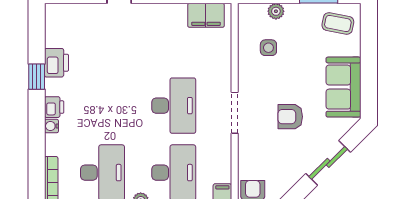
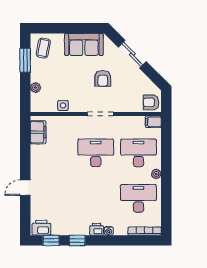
window: (37, 36) -> (51, 240), added
side table: (268, 48) -> (63, 105), moved
printer: (56, 63) -> (41, 228), moved

